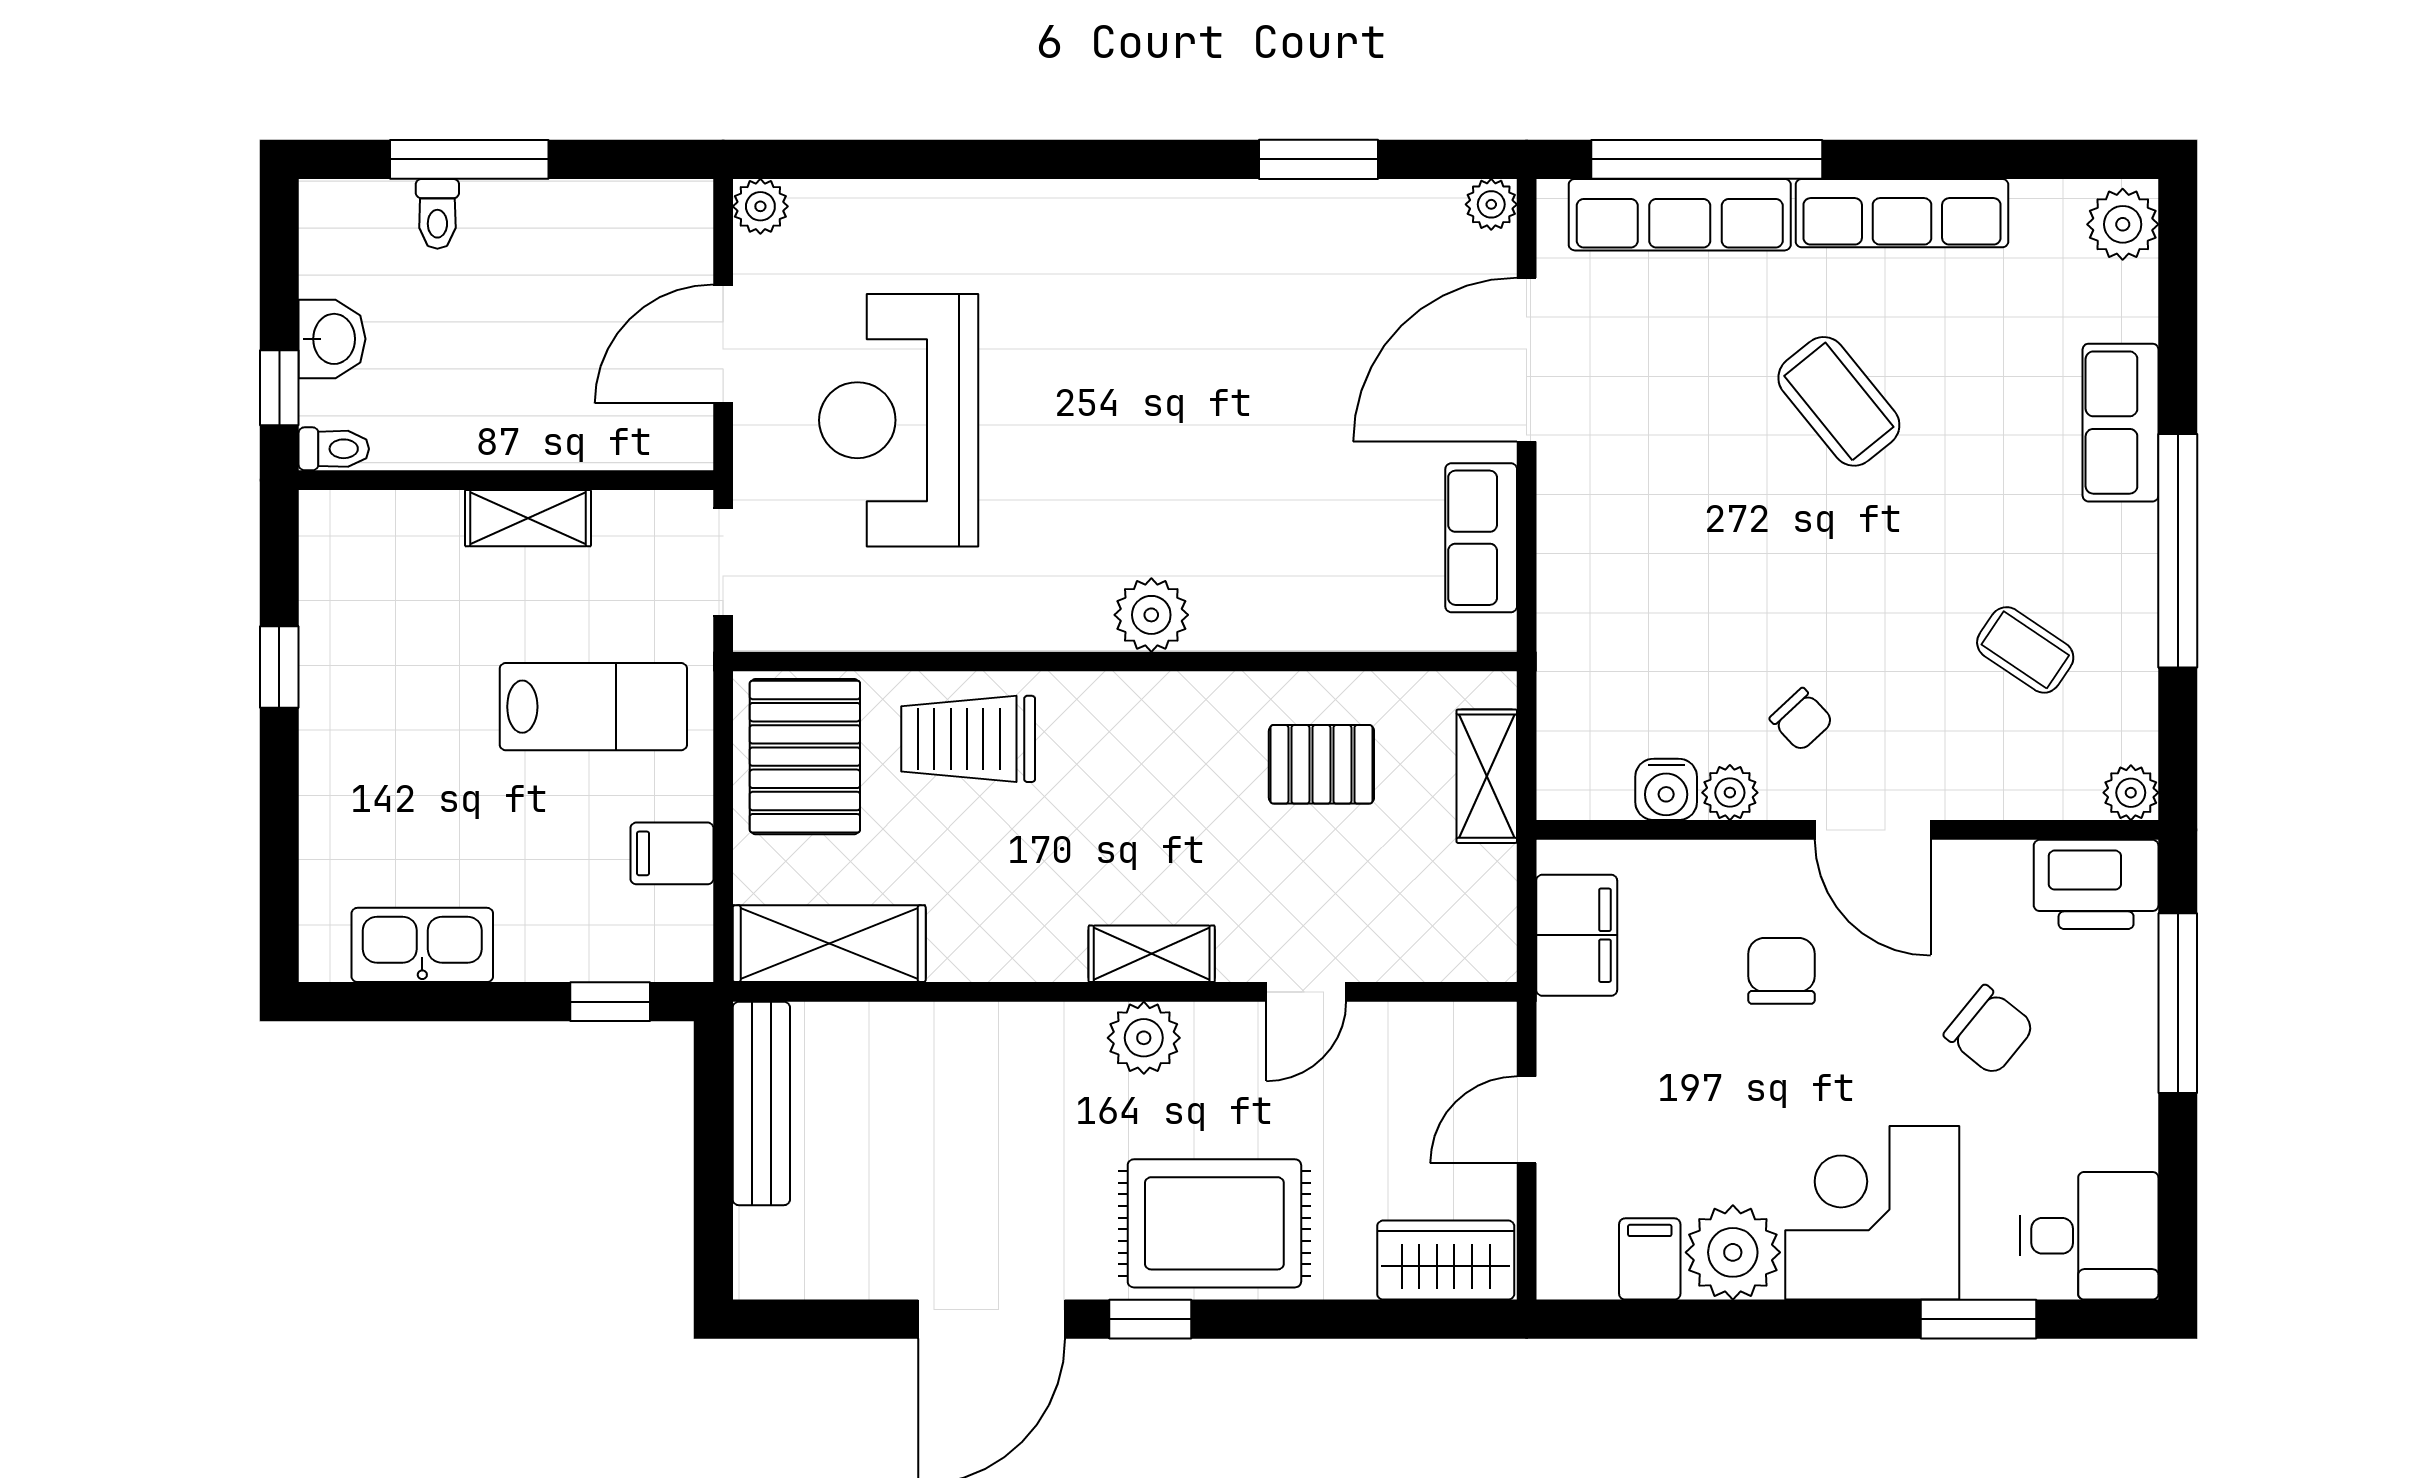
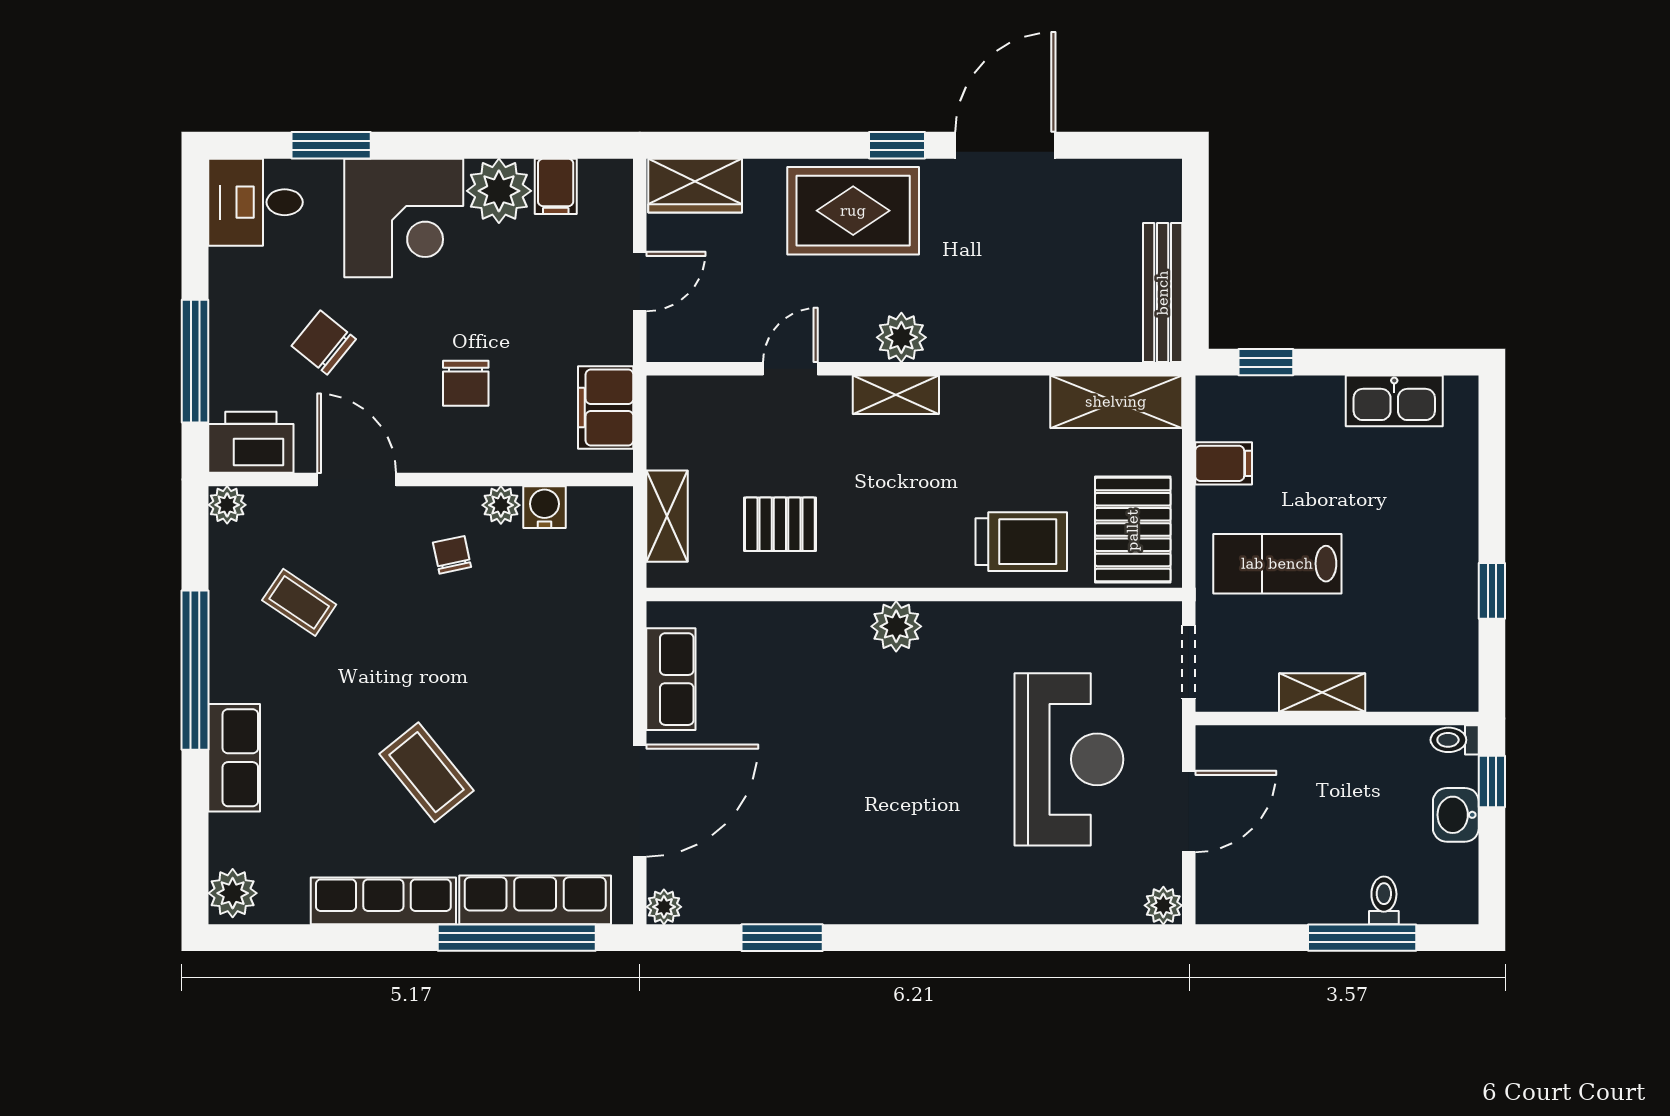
chair: (1802, 720) -> (452, 555), turned 31
door: (1873, 830) -> (357, 479), moved

